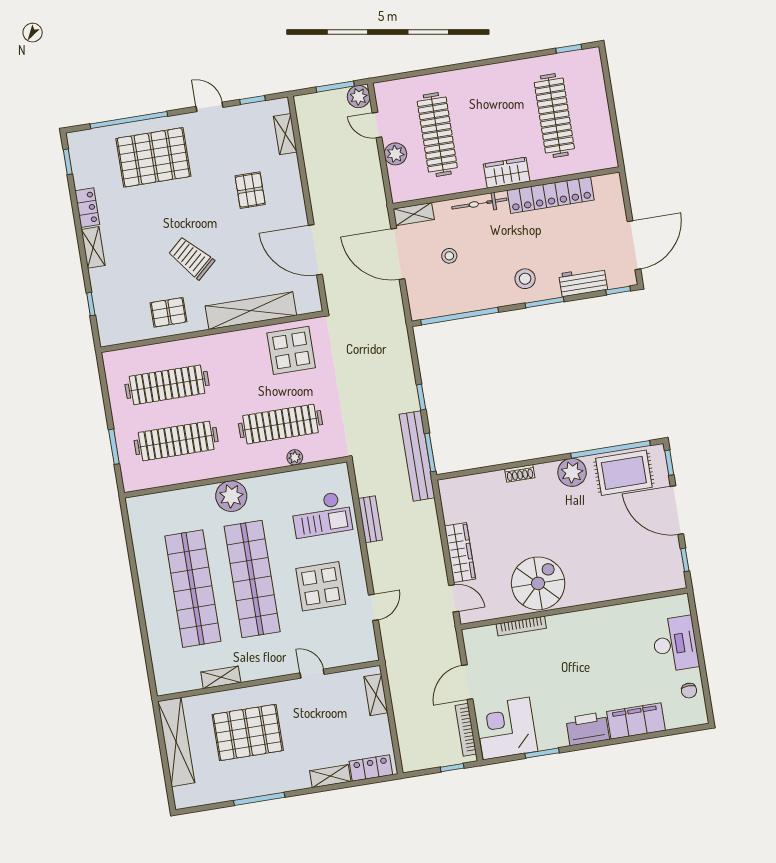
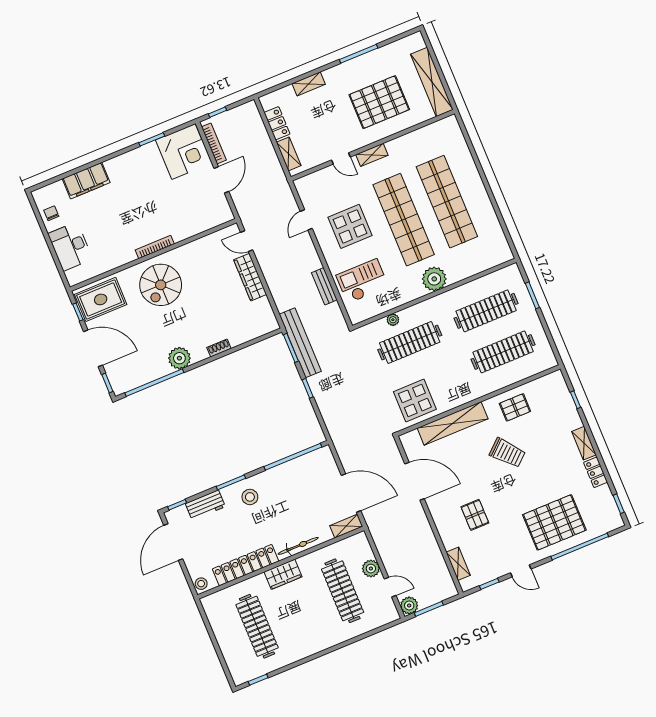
stool: (449, 256) -> (201, 584), moved
rug: (624, 473) -> (101, 299), moved
spiral stairs: (538, 583) -> (161, 285), moved
bookcase: (521, 626) -> (155, 247), moved
shelving: (221, 677) -> (372, 155), moved
printer: (588, 729) -> (122, 166), removed
locker: (371, 768) -> (277, 123), moved, turned -90

